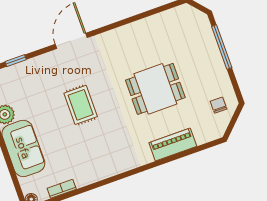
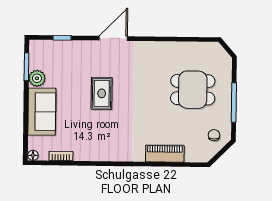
window: (222, 47) -> (234, 102), moved
dining table: (155, 89) -> (193, 90), moved

